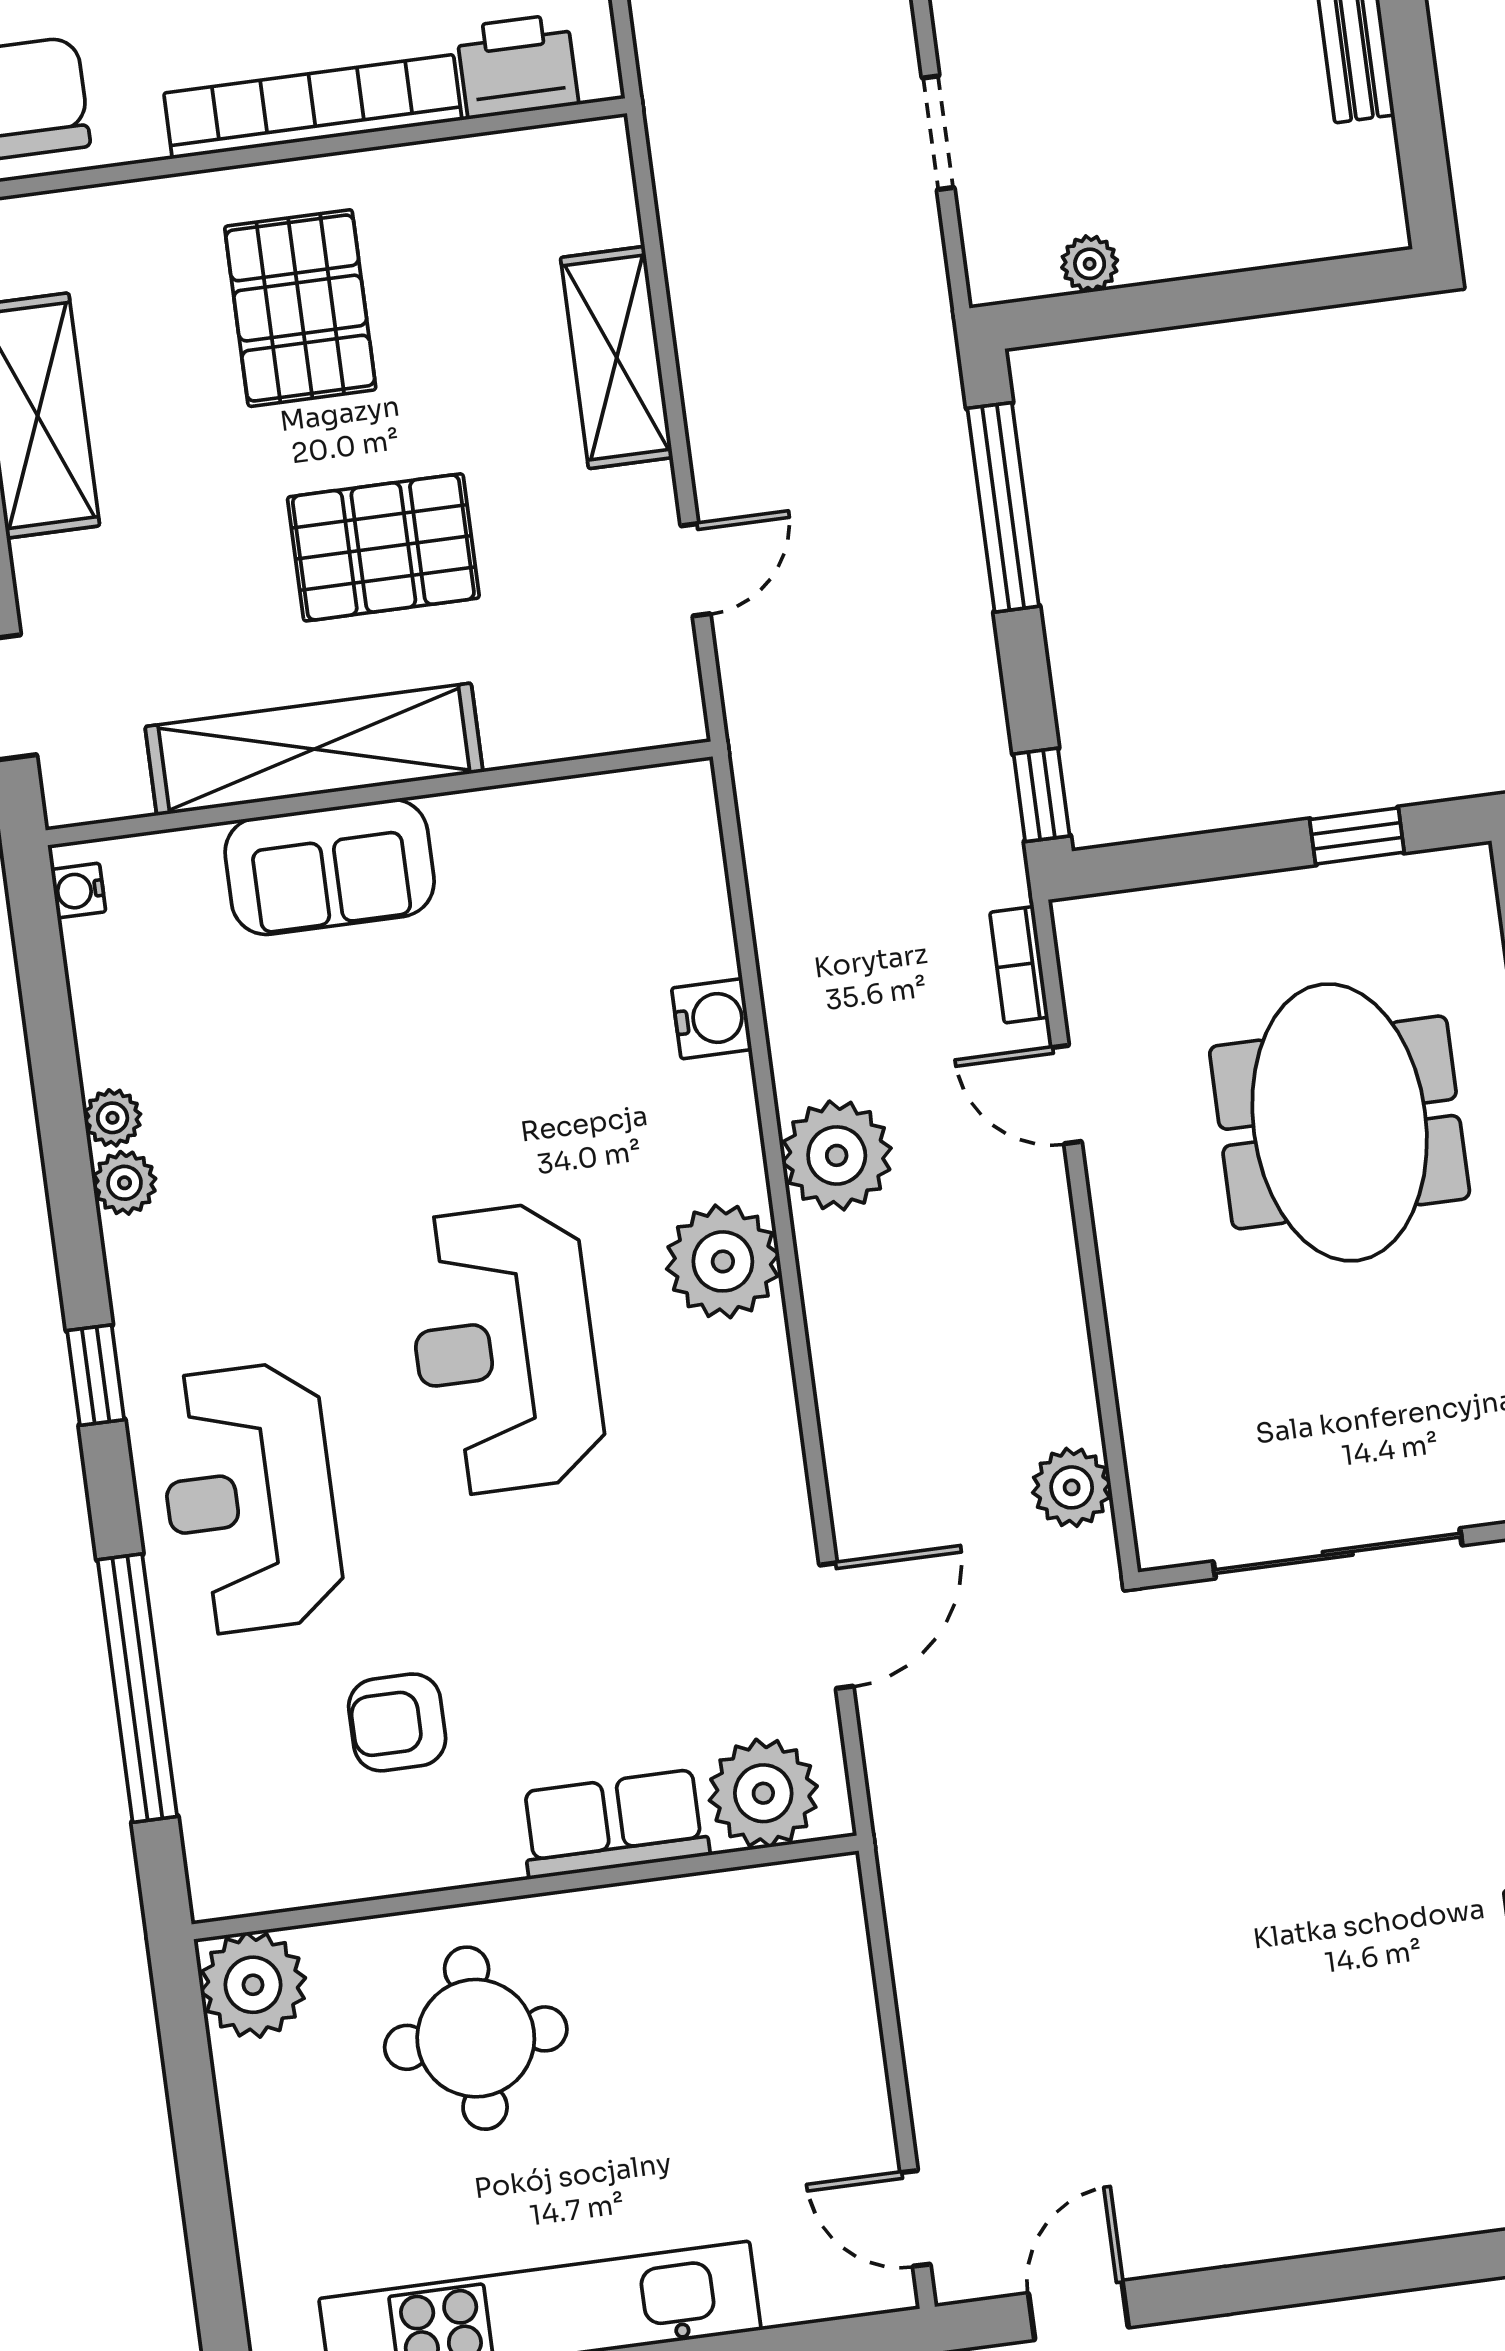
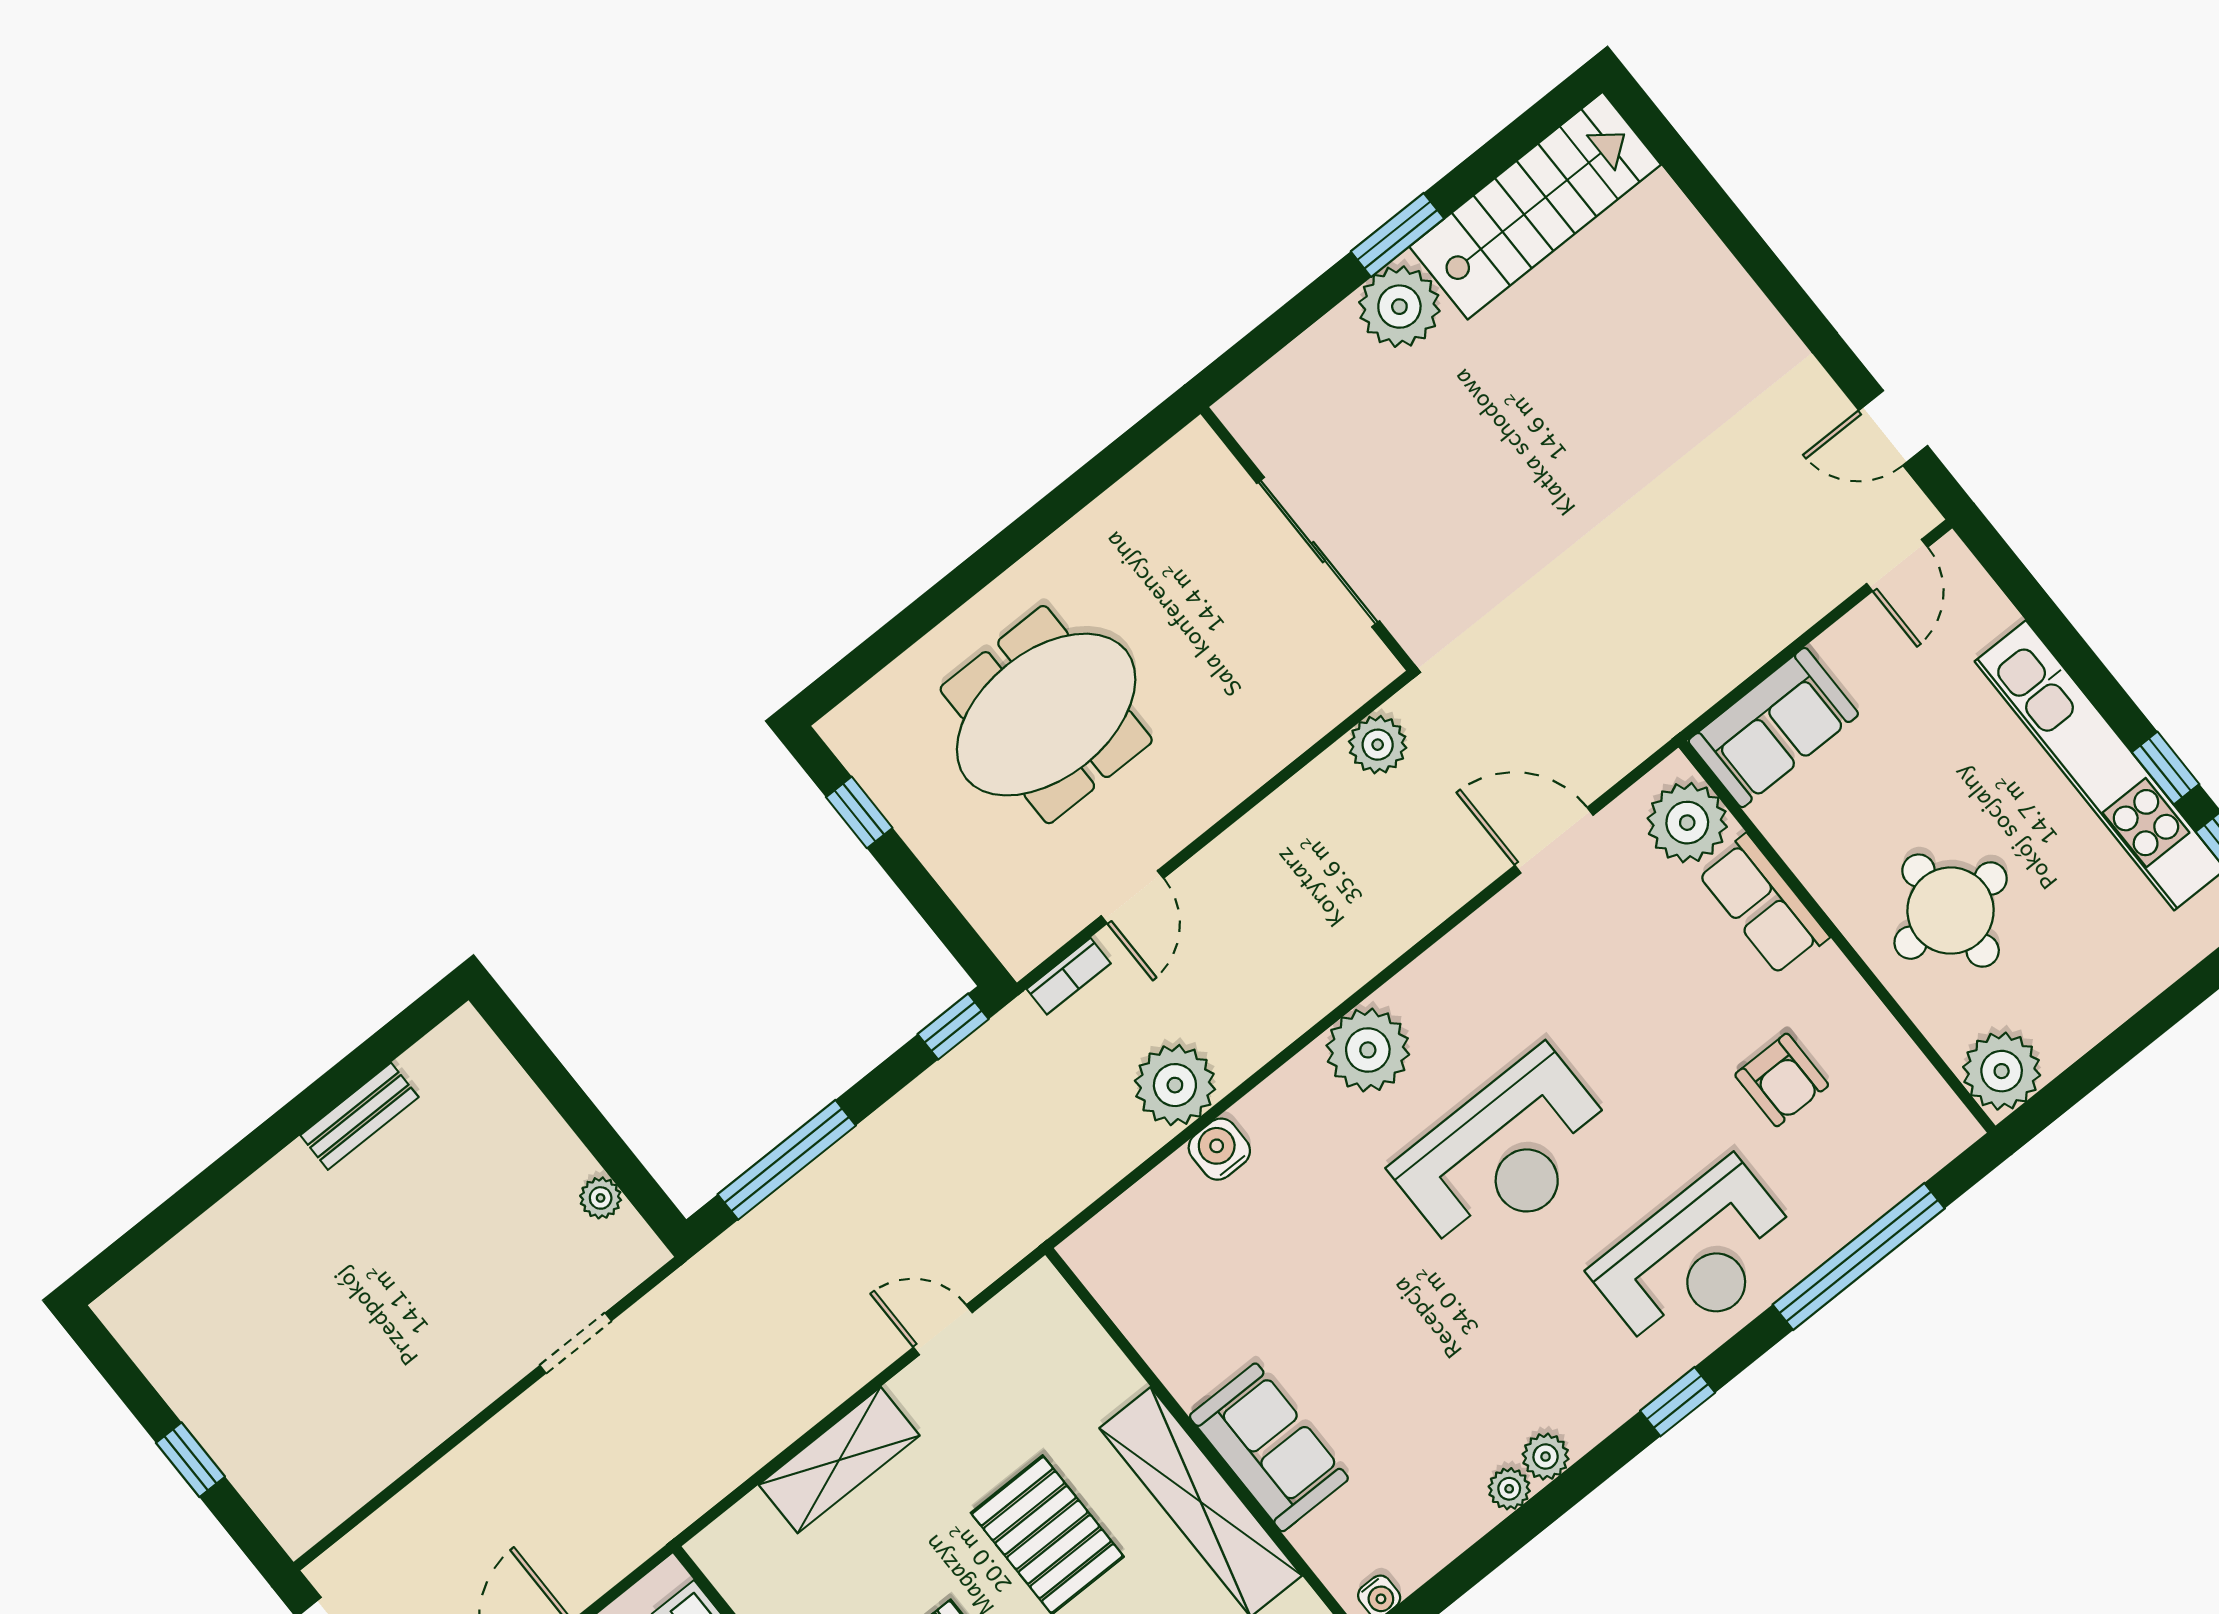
plant: (837, 1155) -> (1175, 1085), moved
sofa: (814, 1960) -> (1773, 728), added

